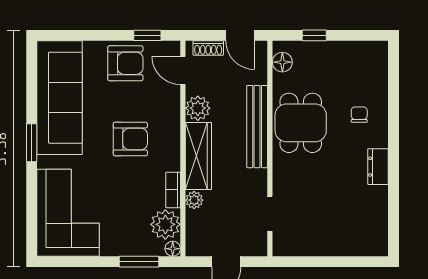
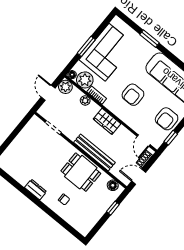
door: (183, 70) -> (144, 141), swing flipped
plant: (198, 108) -> (65, 87), moved
window: (32, 143) -> (150, 39), moved
wardrobe: (198, 156) -> (107, 121), width x0.67
corner sofa: (68, 213) -> (107, 52), moved, turned -90
window: (139, 262) -> (86, 46), moved

